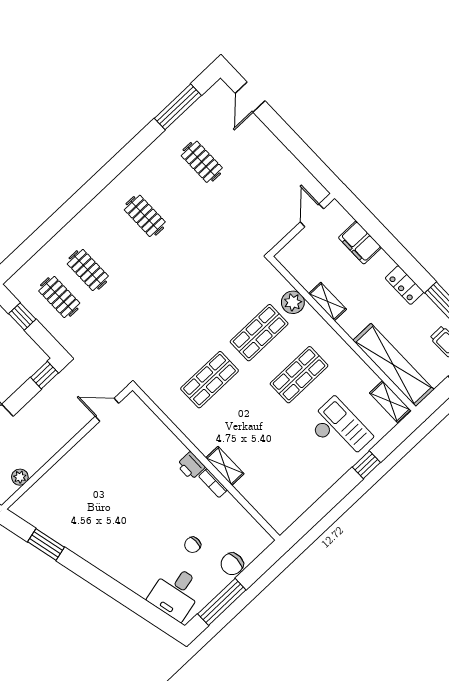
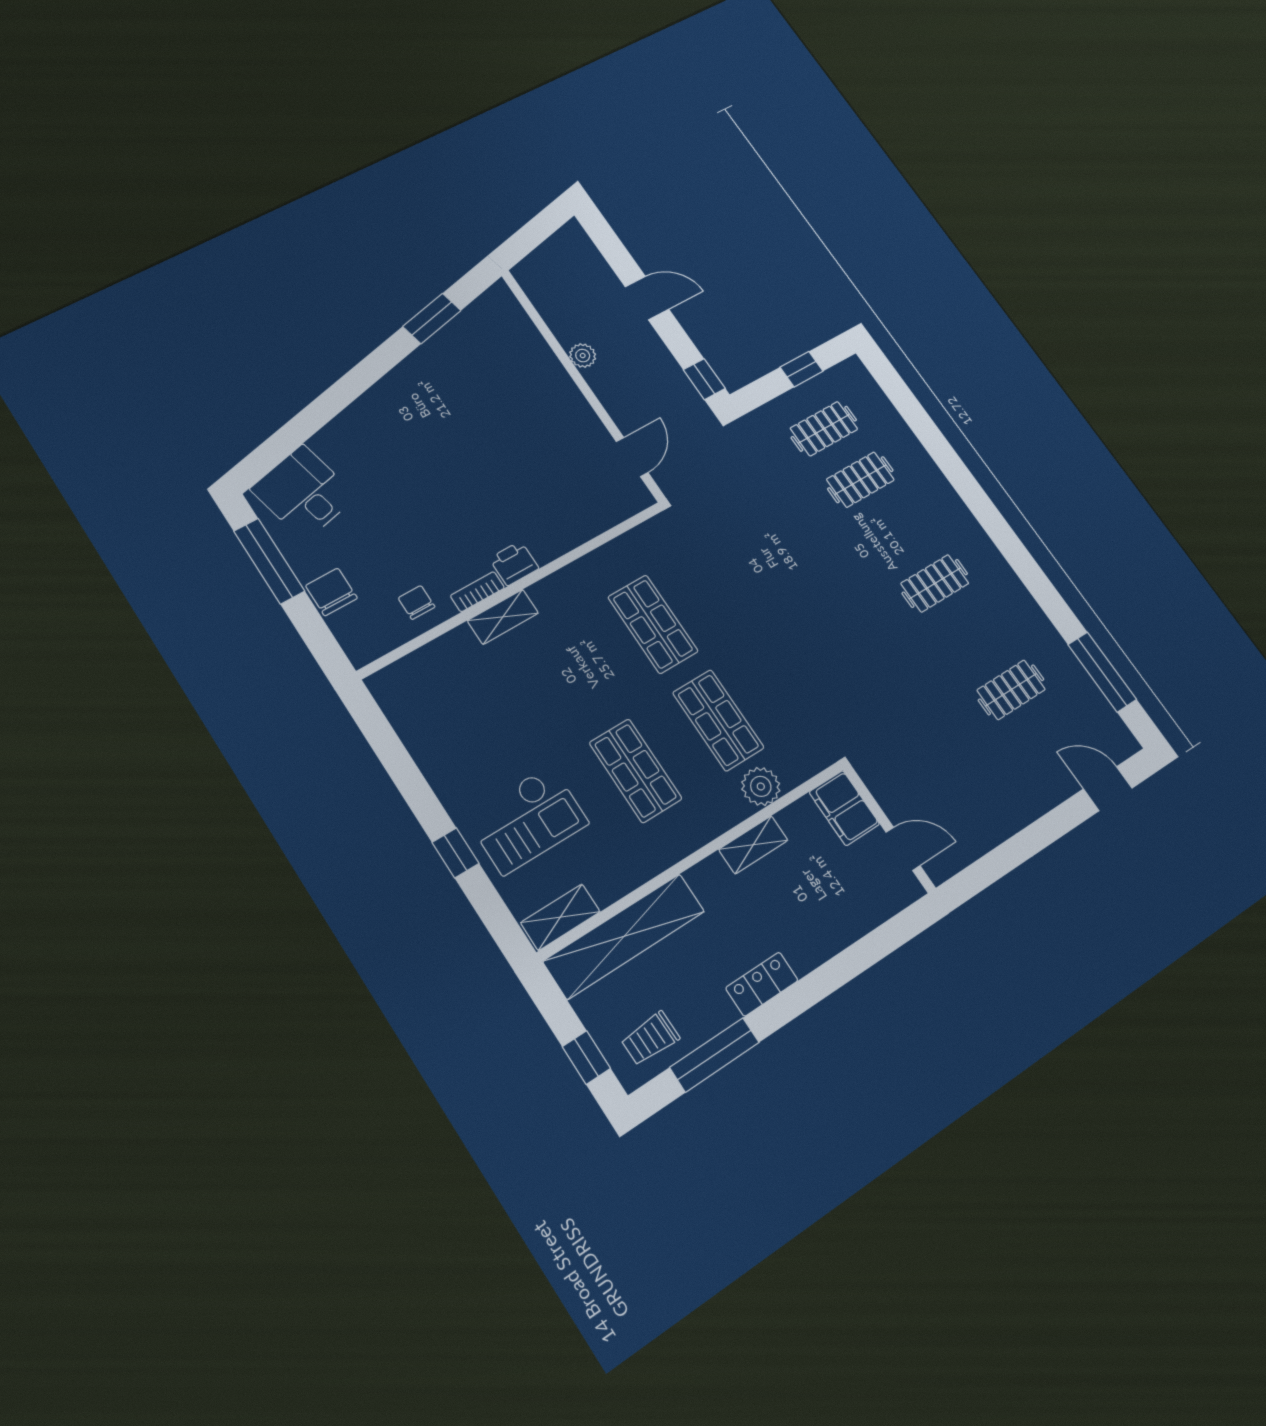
filing cabinet: (360, 242) -> (844, 808), moved, turned -90
plant: (20, 477) -> (583, 356), moved
chair: (193, 545) -> (417, 602), moved

